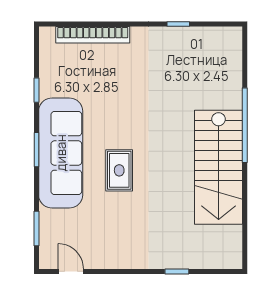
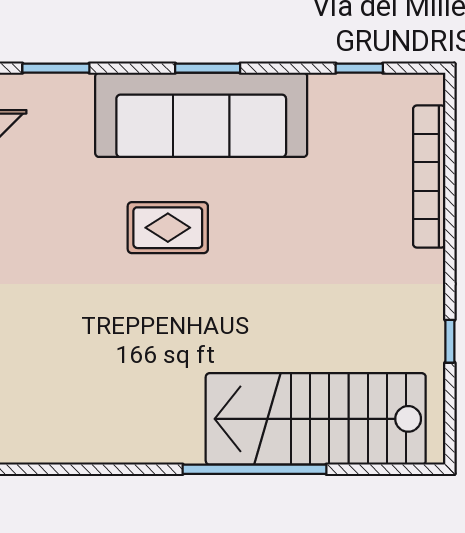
window: (36, 90) -> (359, 68), moved
stairs: (219, 167) -> (316, 419), moved

